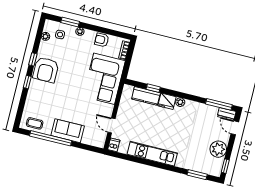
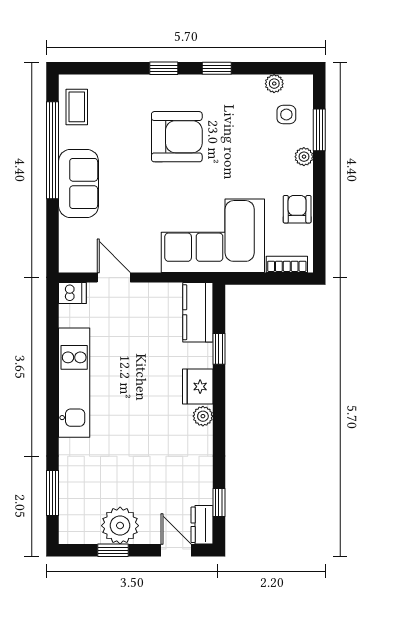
armchair: (46, 70) -> (177, 137), moved, turned 180
kitchen counter: (146, 96) -> (198, 312), moved
window: (219, 104) -> (219, 503), width x0.46
door: (111, 126) -> (114, 277), hinge flipped
door: (235, 128) -> (176, 550), hinge flipped
window: (225, 166) -> (113, 550), moved

